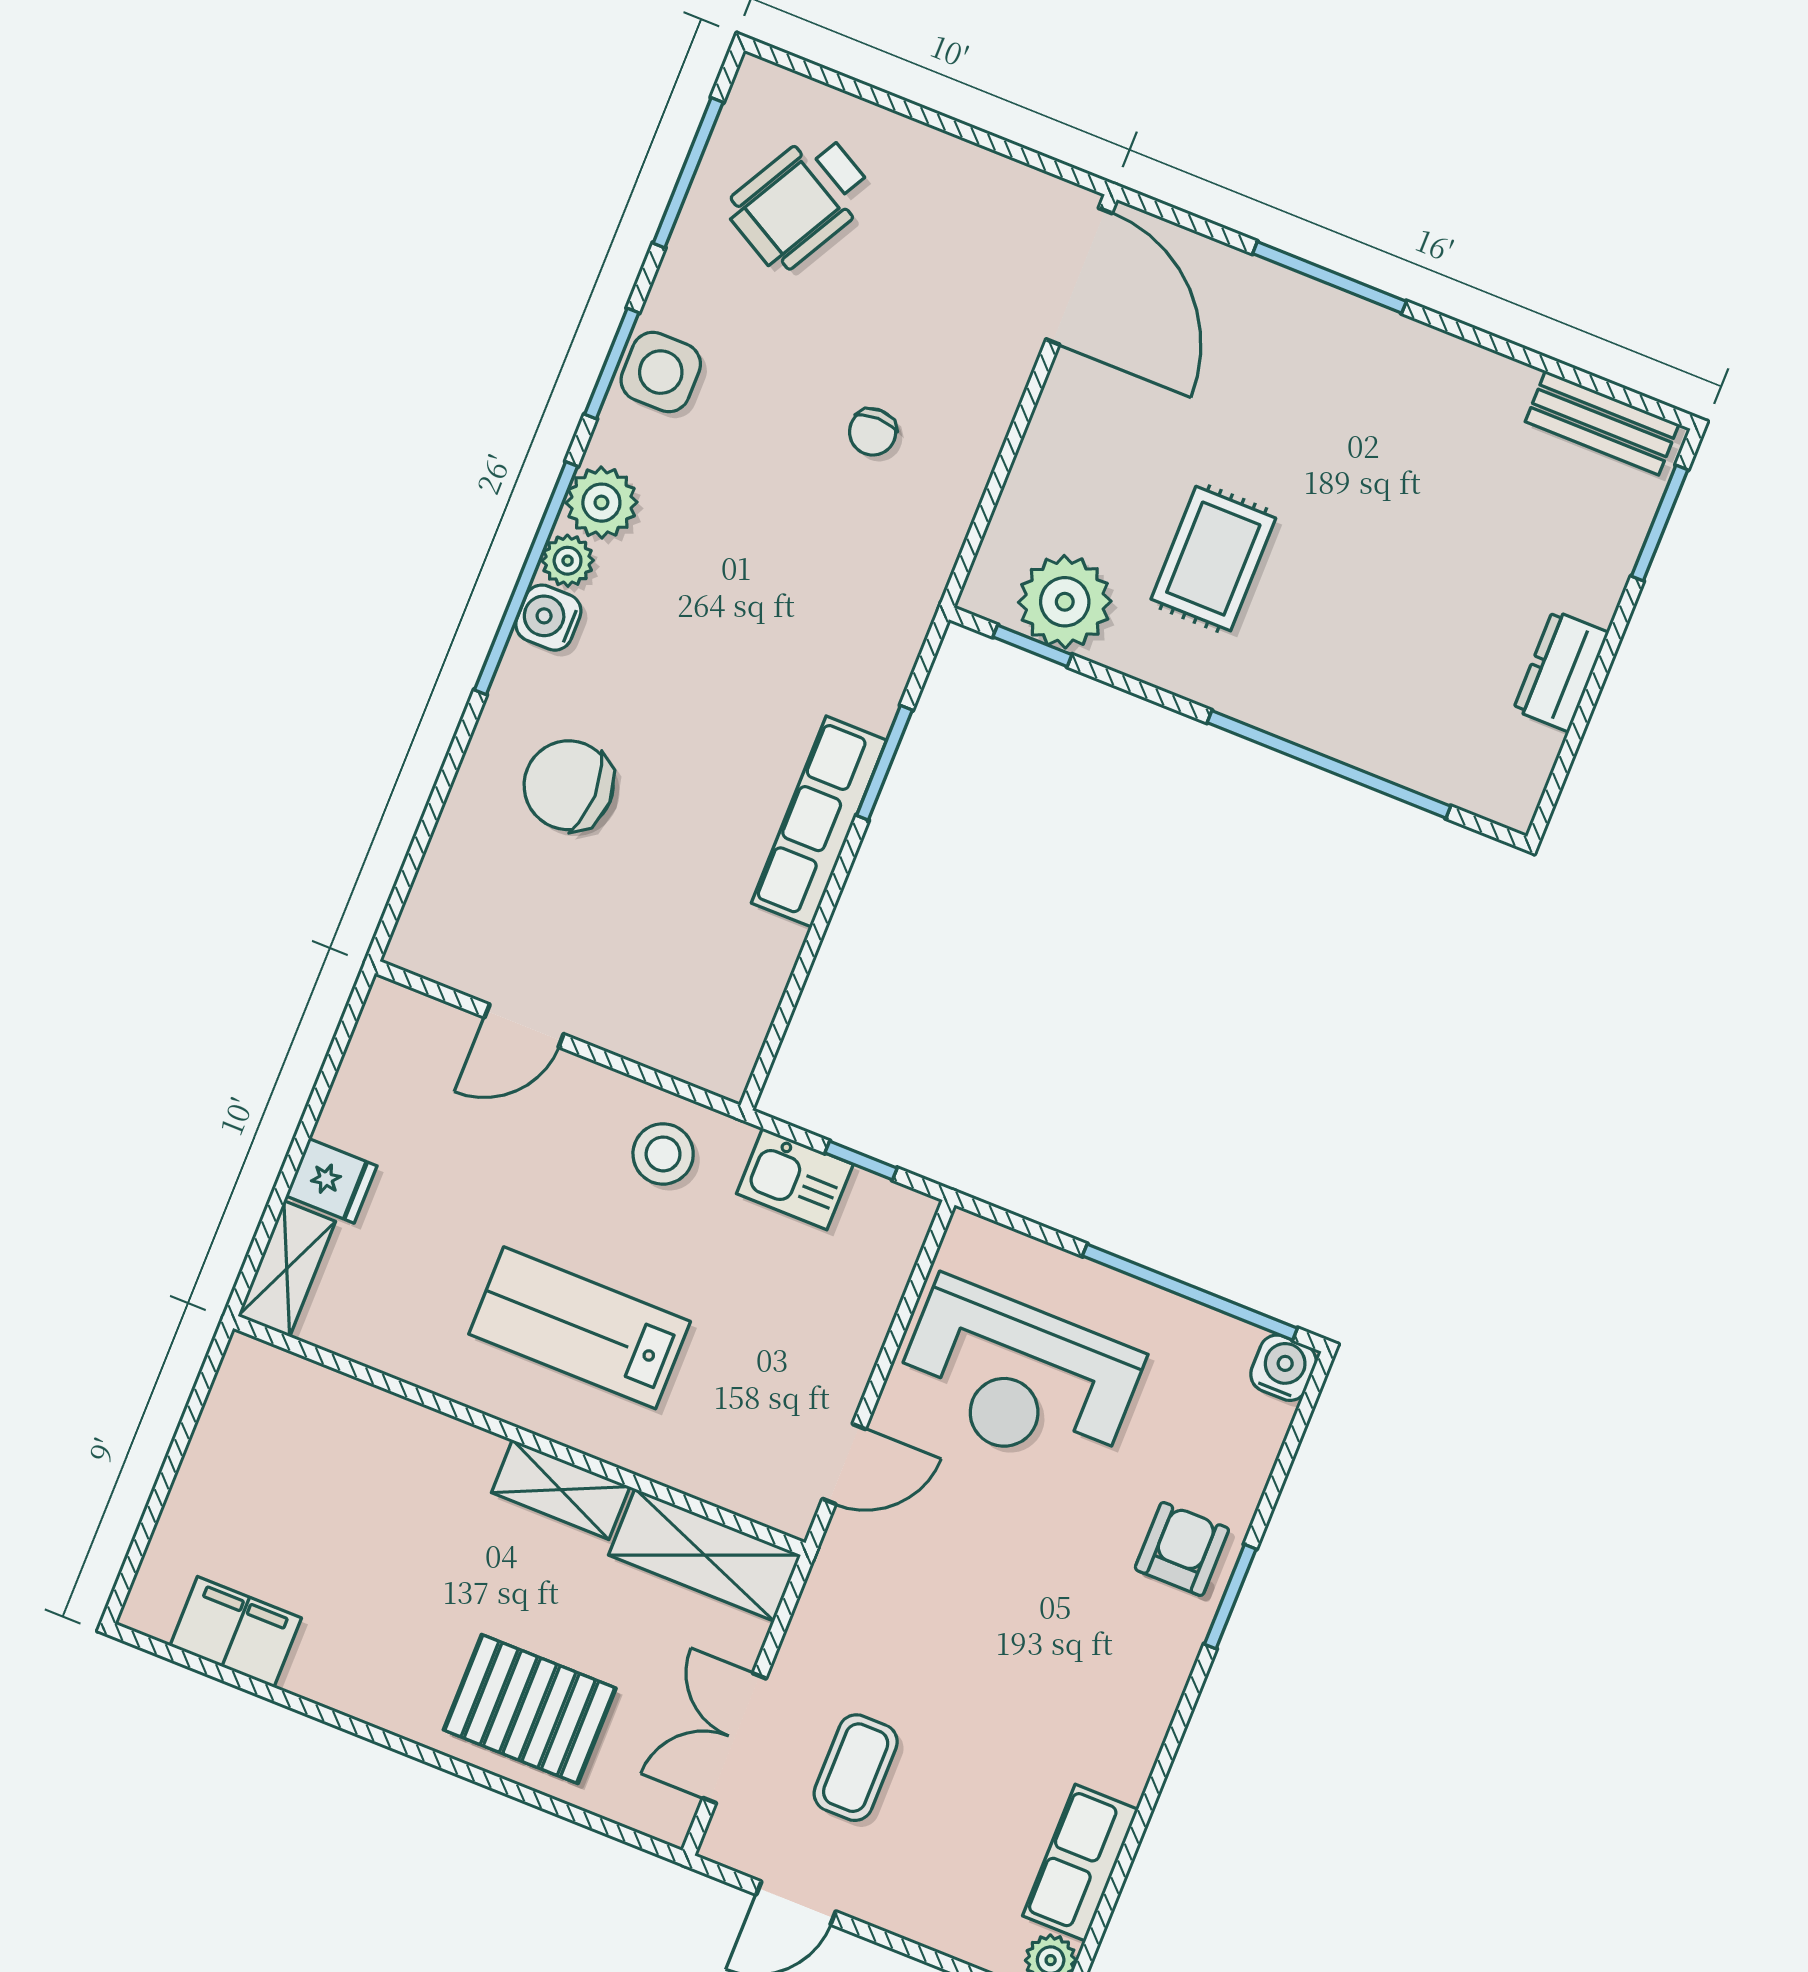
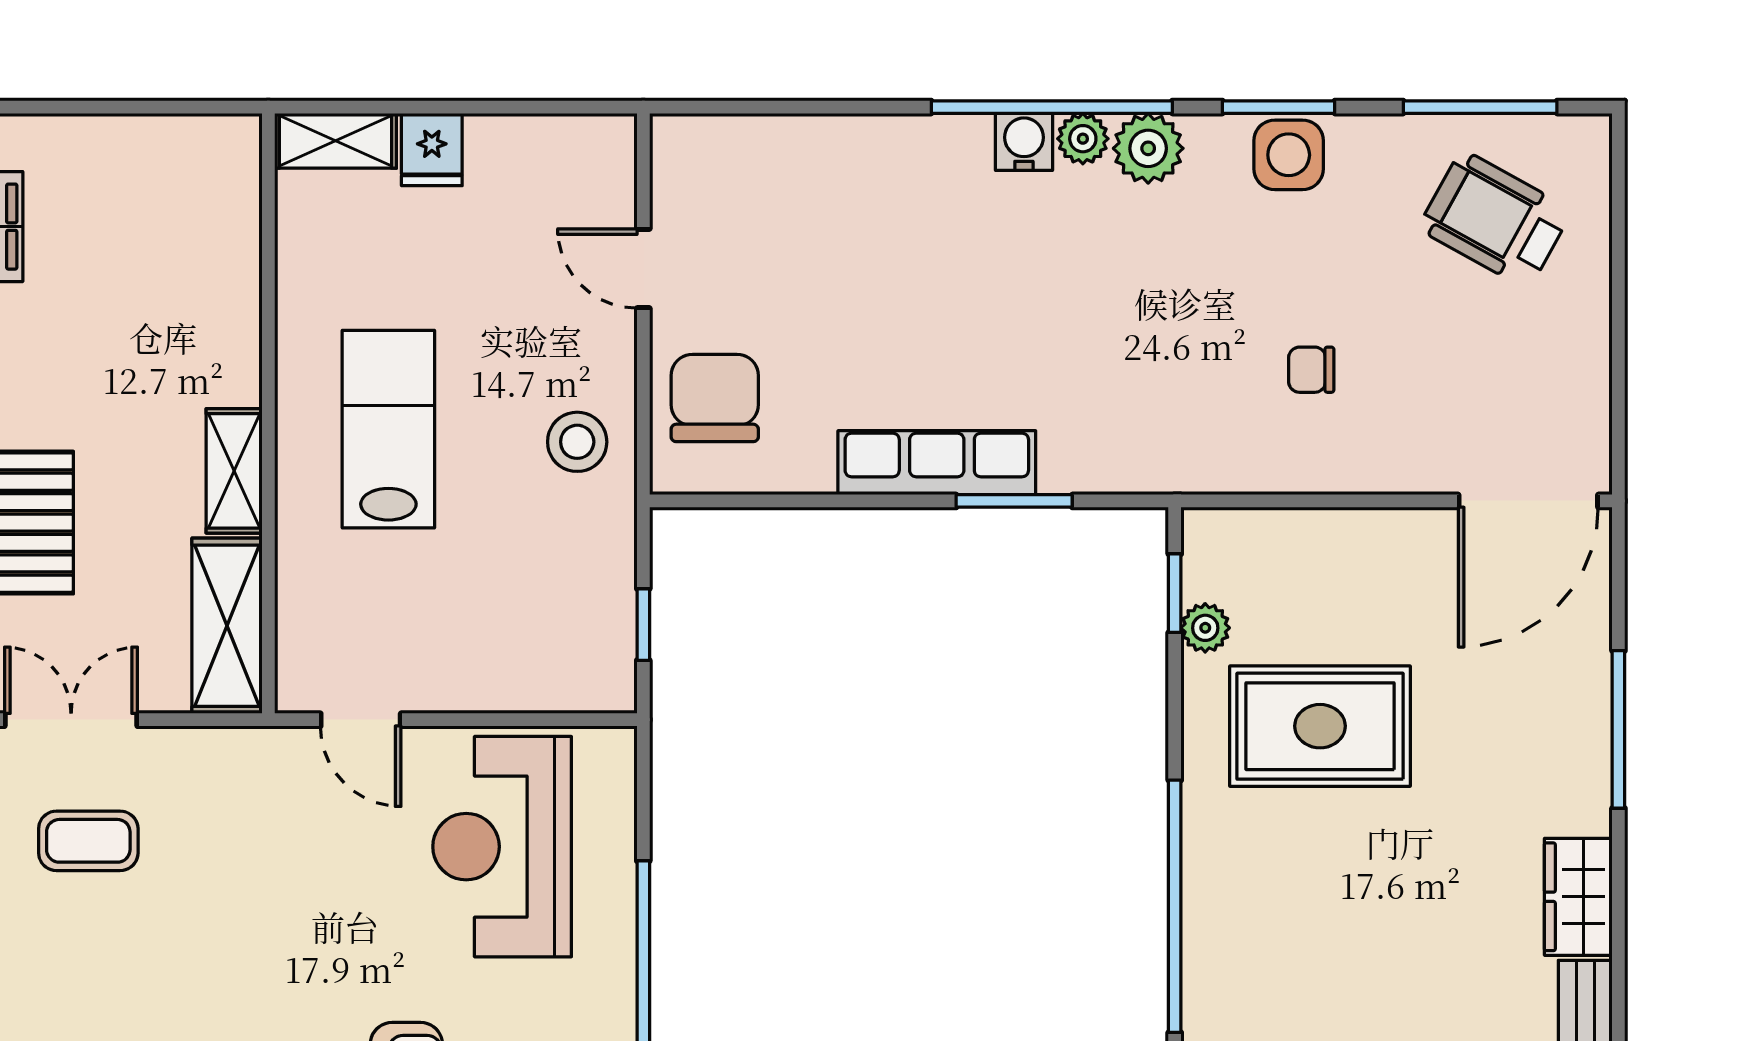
wardrobe: (1473, 379) -> (1578, 897), added
rug: (1213, 559) -> (1320, 726), width x1.36, depth x1.43
plant: (1065, 602) -> (1205, 628), width x0.53, depth x0.53
chair: (569, 785) -> (715, 398), moved
kitchen sink: (795, 1179) -> (602, 571), removed

